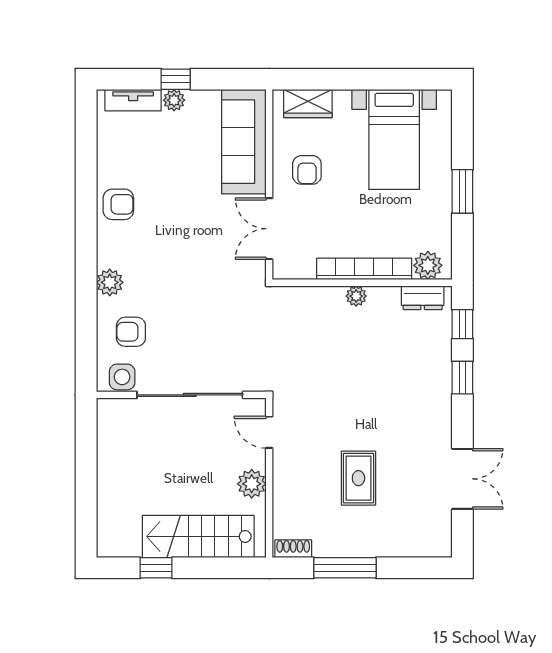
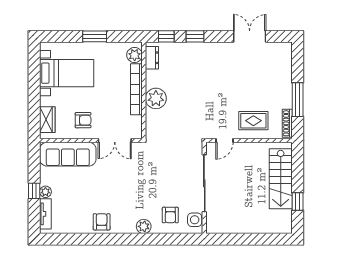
plant: (356, 296) -> (156, 98), width x1.87, depth x1.87
rug: (358, 478) -> (253, 121), moved
plant: (252, 484) -> (252, 150), removed
shoe rack: (293, 549) -> (287, 123), width x1.43

